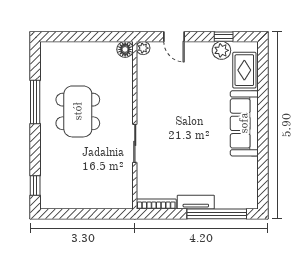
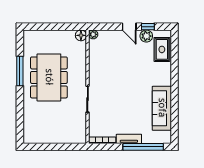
door: (174, 37) -> (129, 27), moved
dining table: (78, 111) -> (49, 77), width x1.36, depth x1.24
sofa: (244, 123) -> (162, 108), moved
window: (35, 185) -> (20, 128), removed

